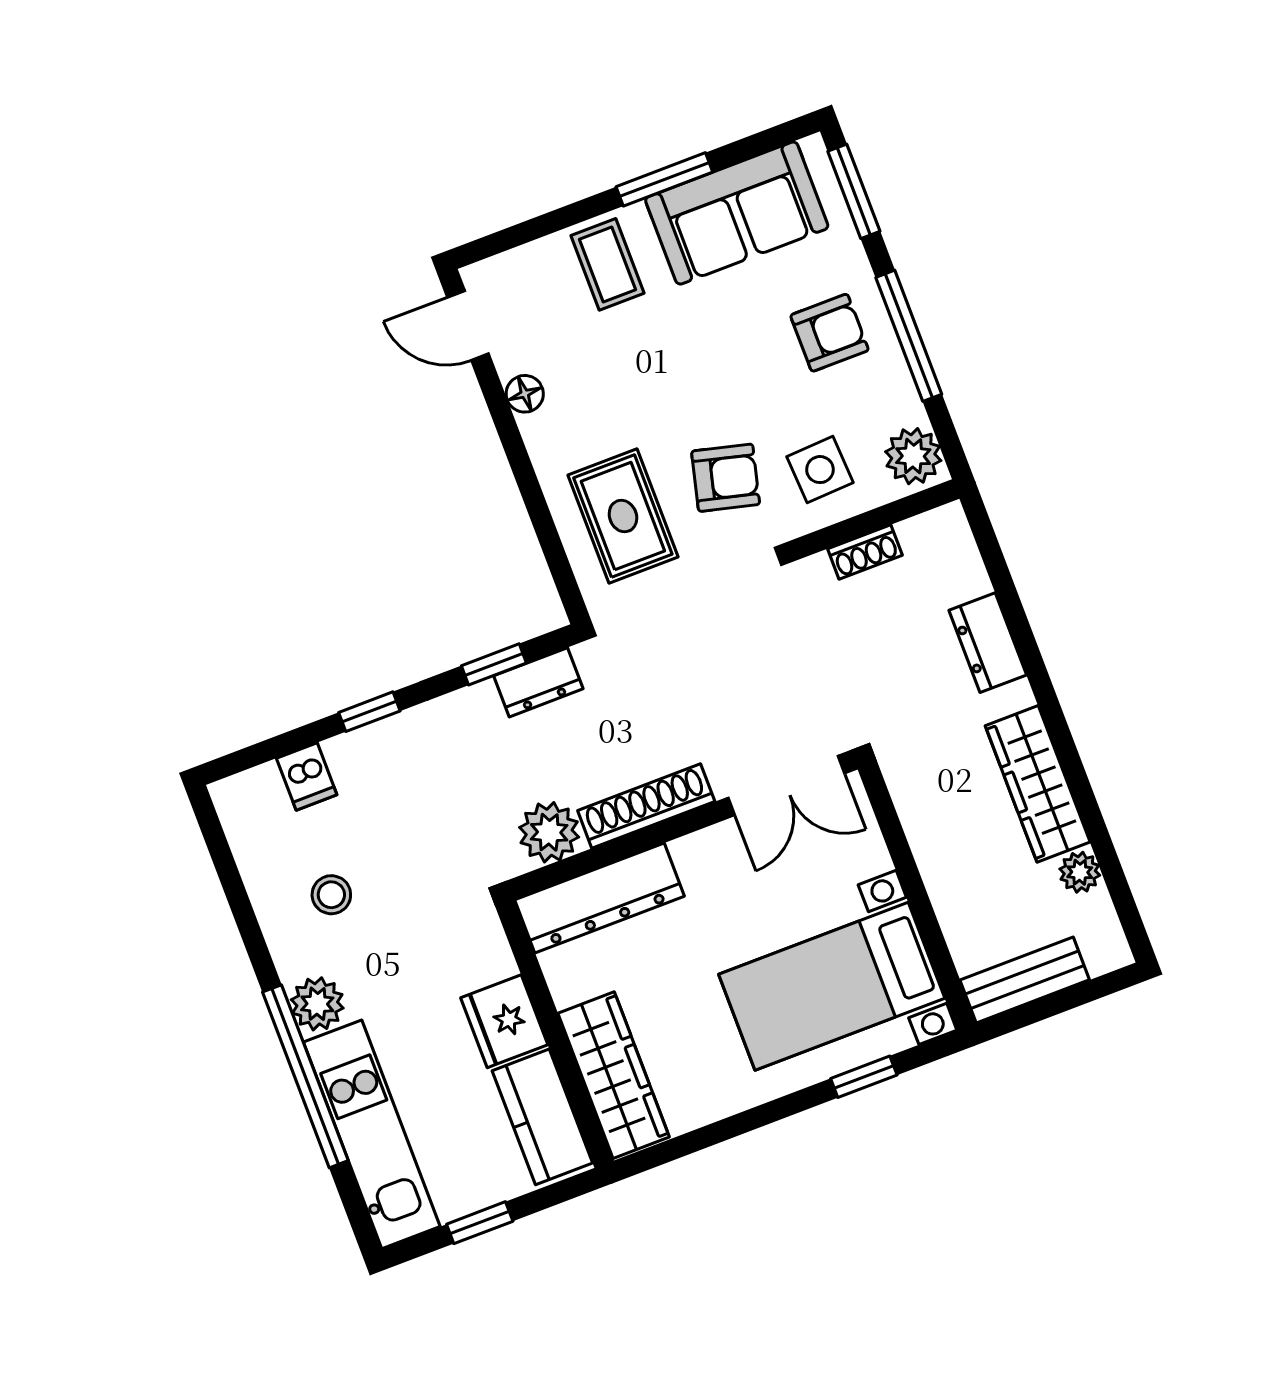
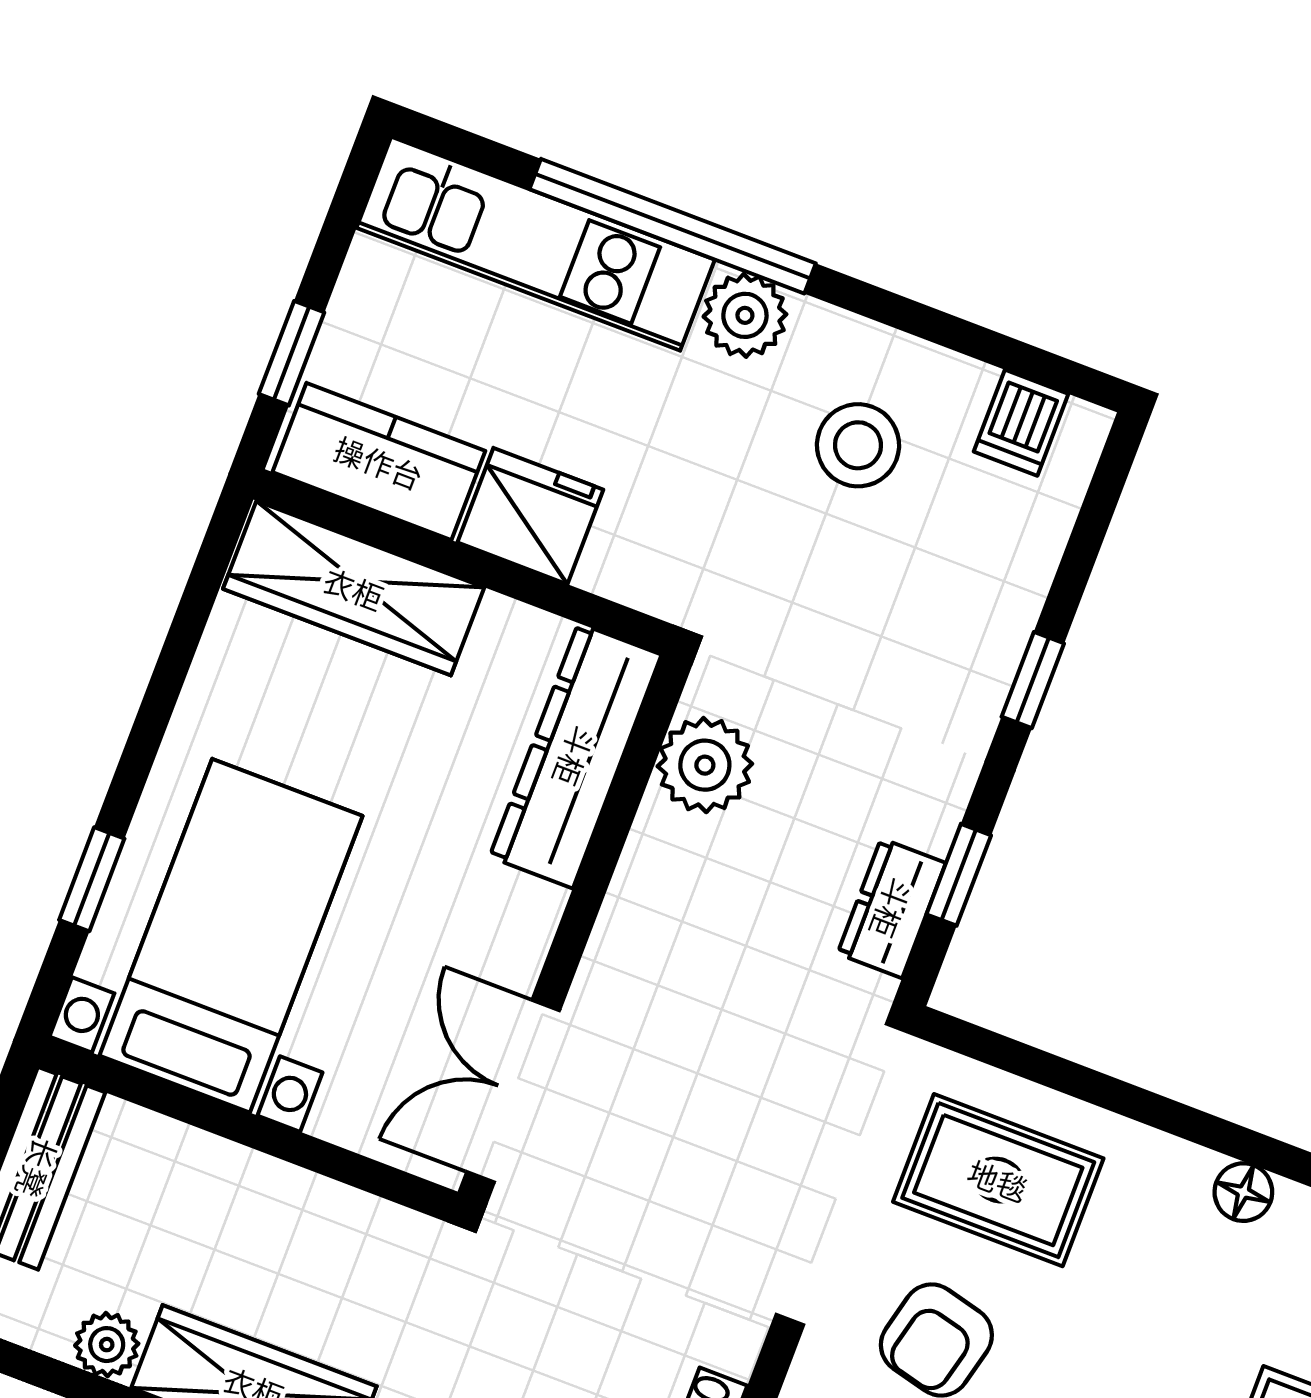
dishwasher: (307, 776) -> (1021, 423), moved, turned -90
shoe rack: (646, 806) -> (635, 906), removed
stool: (331, 895) -> (858, 445), width x1.37, depth x1.37
window: (480, 1223) -> (292, 353), moved

